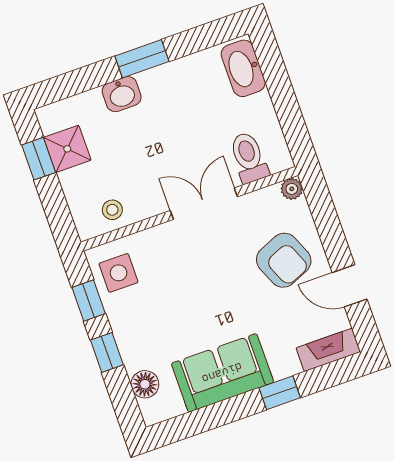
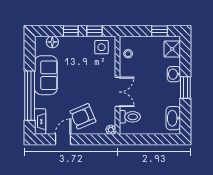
washbasin: (243, 68) -> (173, 118), moved, turned -90
shower: (67, 149) -> (172, 49), moved
window: (280, 393) -> (30, 96), width x3.17

